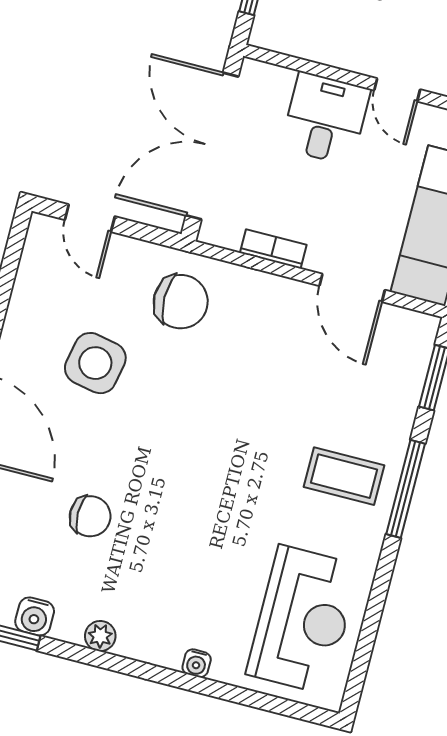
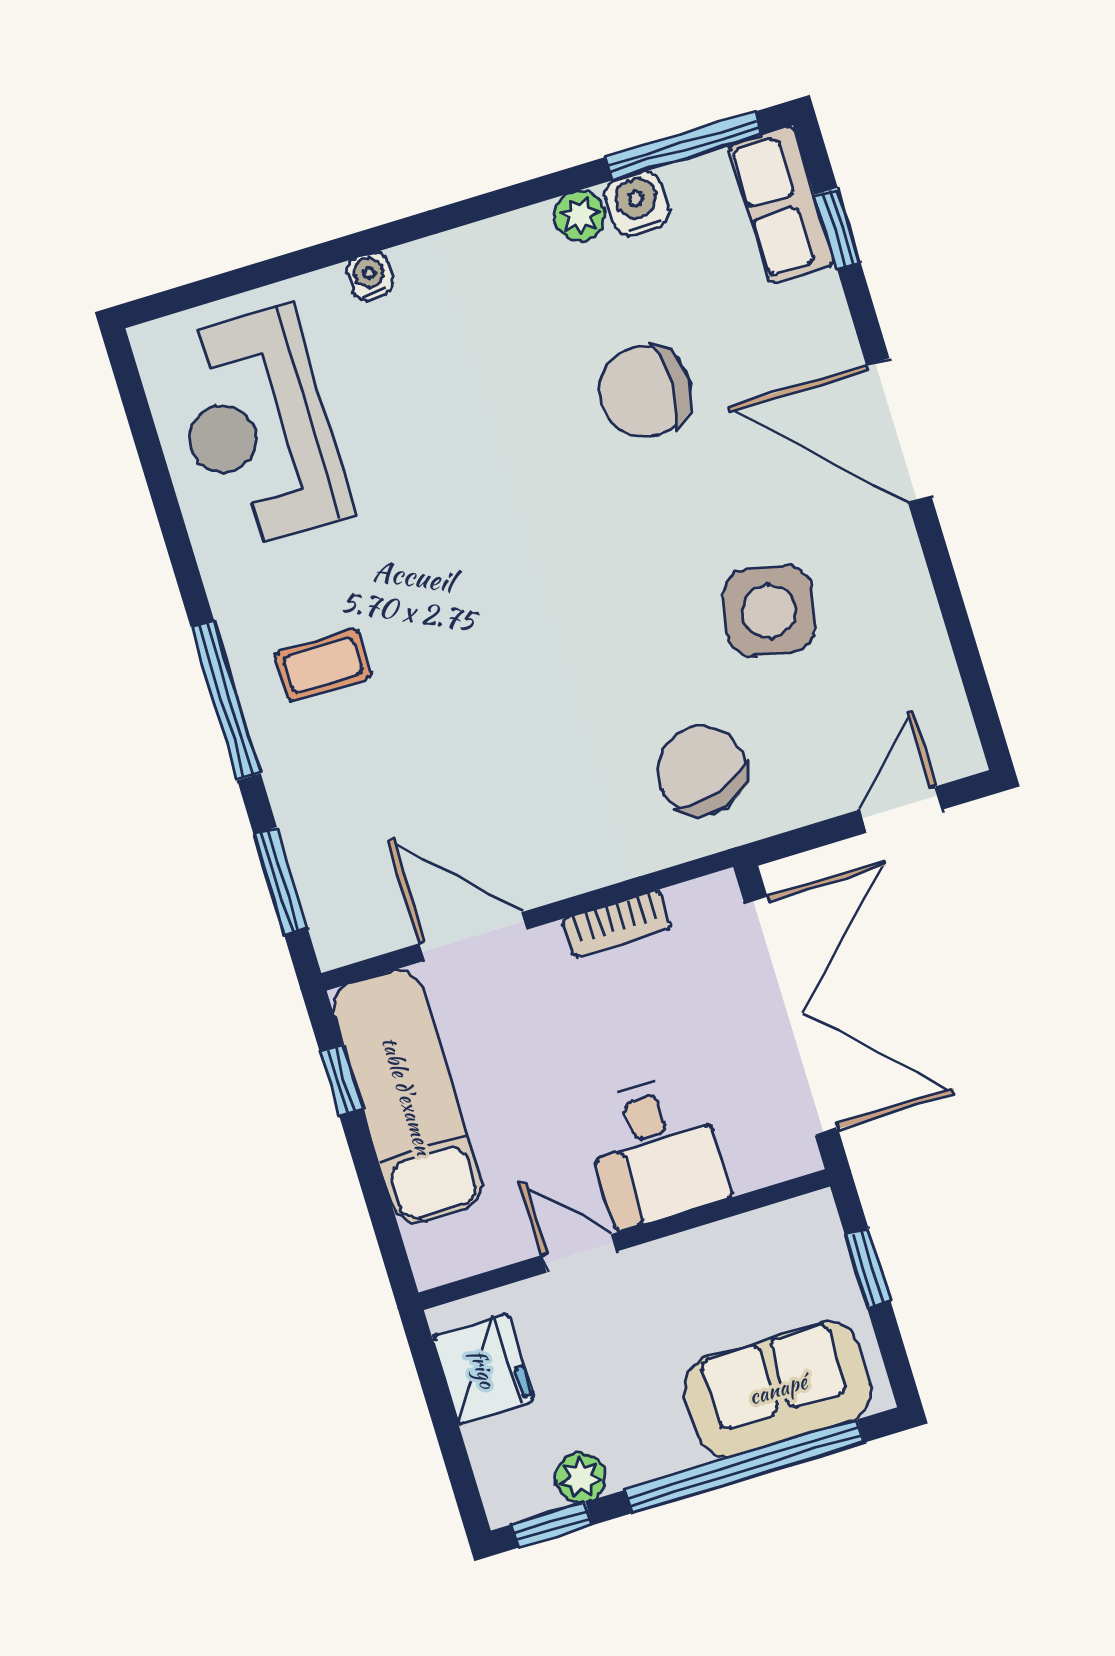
door: (90, 218) -> (901, 810), hinge flipped
chair: (181, 302) -> (702, 770), turned 73
coffee table: (344, 476) -> (323, 665), width x0.73, depth x0.77
chair: (90, 516) -> (645, 391), width x1.37, depth x1.37
plant: (100, 636) -> (580, 216), moved

